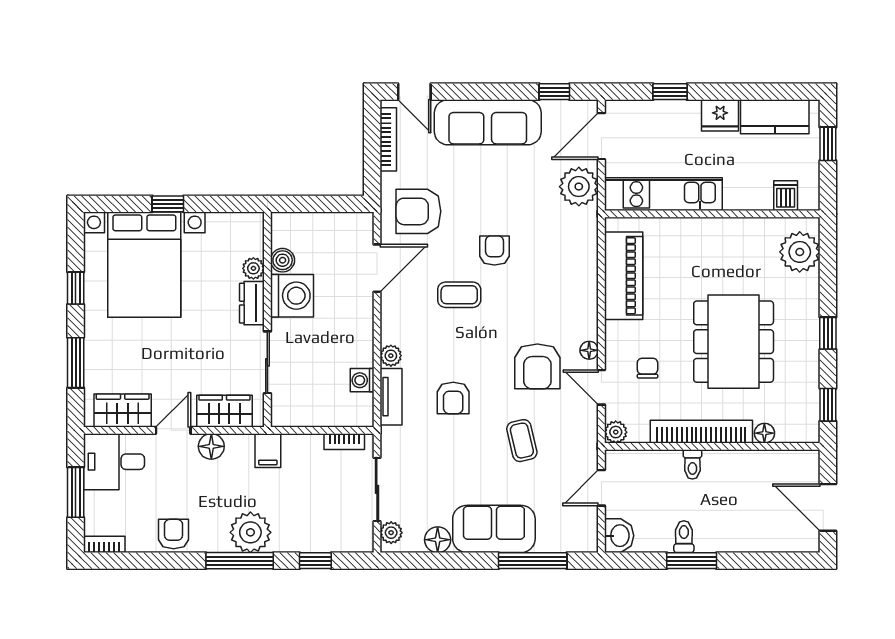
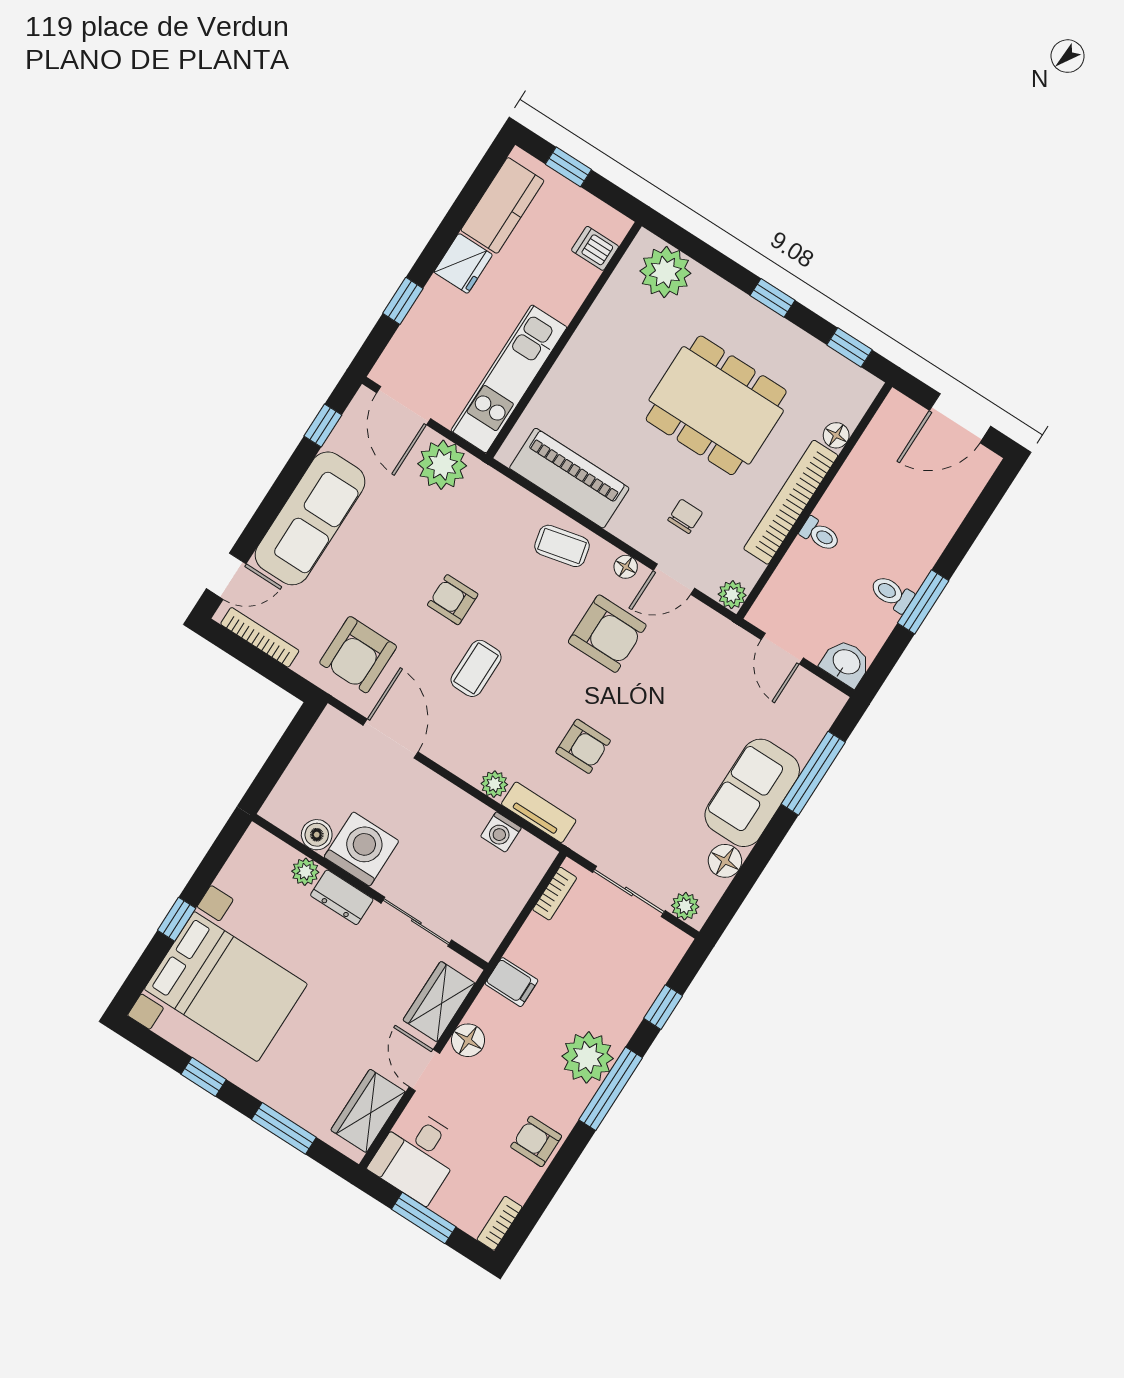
chair: (647, 368) -> (685, 516), turned 90
coffee table: (522, 441) -> (562, 546), moved

